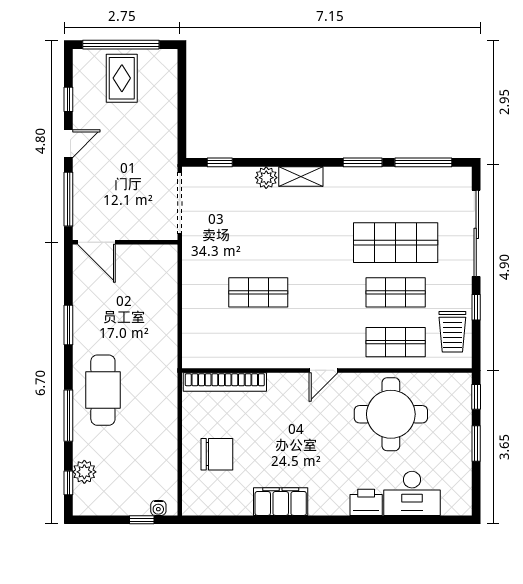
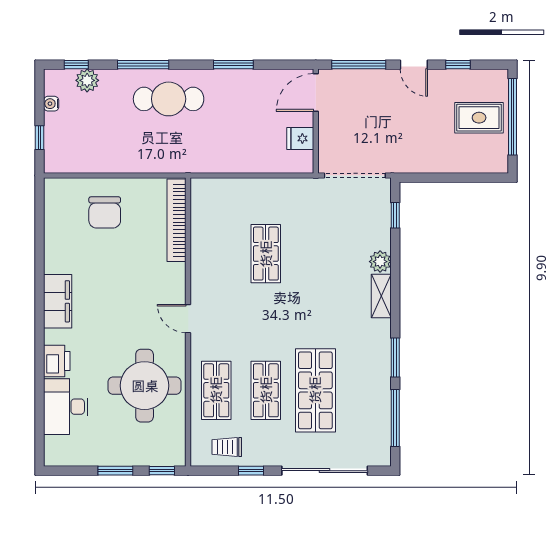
fridge: (143, 258) -> (300, 138), added
trolley: (452, 332) -> (227, 447), width x0.73, depth x0.72
filing cabinet: (281, 502) -> (58, 301), moved
water cooler: (158, 508) -> (51, 104), moved

